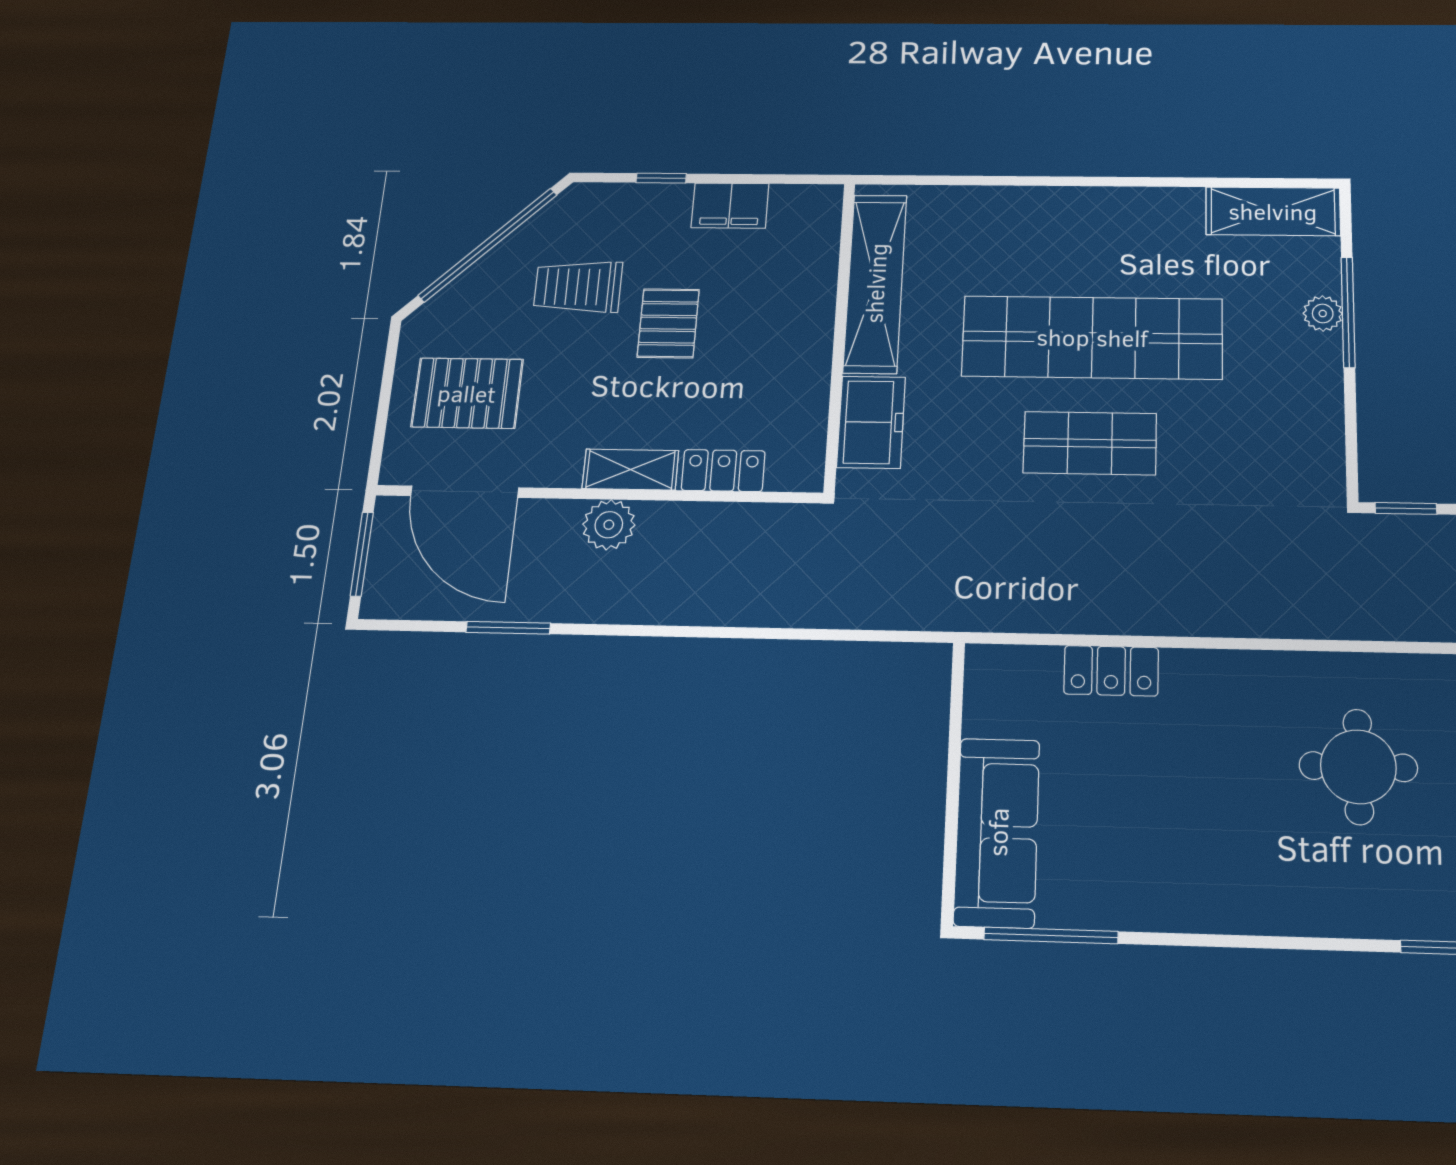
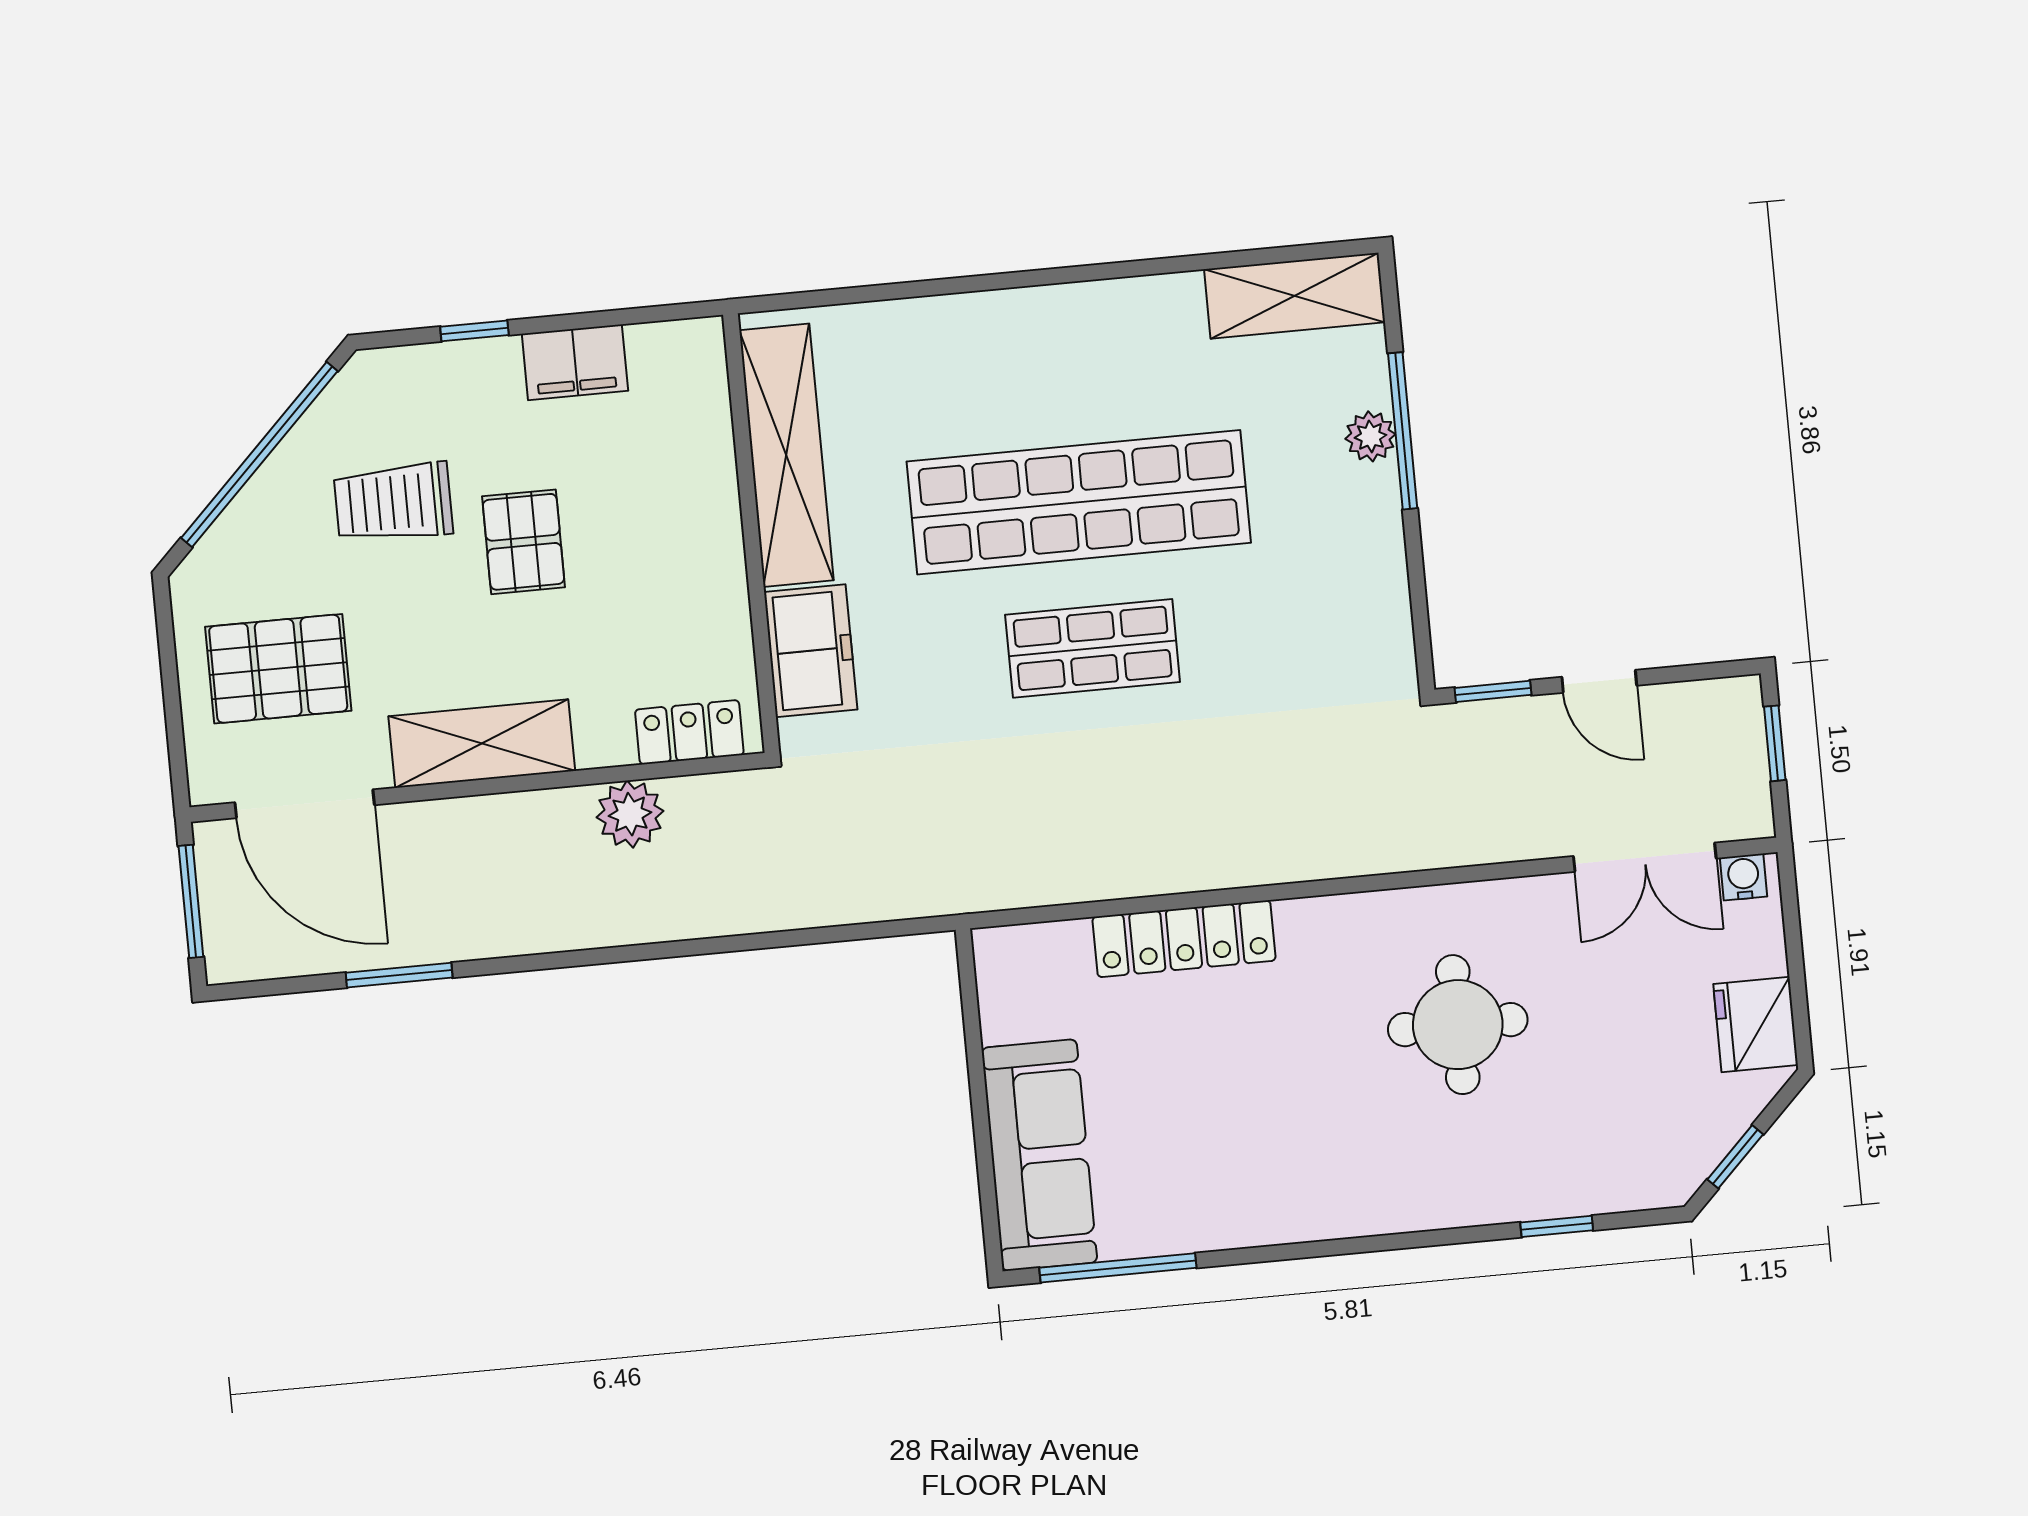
shelving: (630, 470) -> (482, 744), width x1.50, depth x1.33
locker: (723, 471) -> (689, 732), moved
plant: (609, 525) -> (630, 814), moved
locker: (1111, 671) -> (1184, 939), width x1.53

